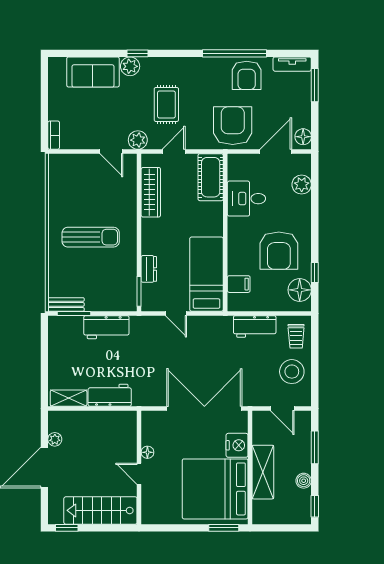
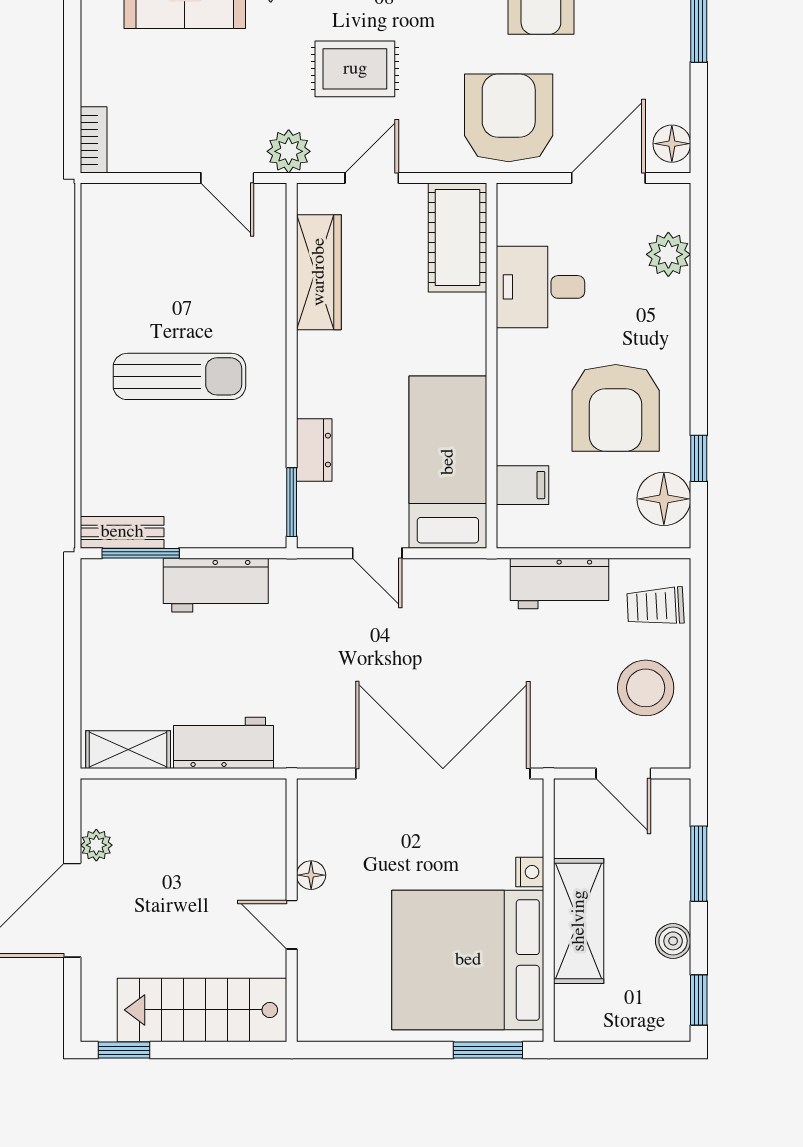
rug: (166, 104) -> (355, 69), turned 90
trolley: (296, 336) -> (655, 606), turned 87
nightstand: (237, 445) -> (530, 872), width x0.53, depth x0.56

